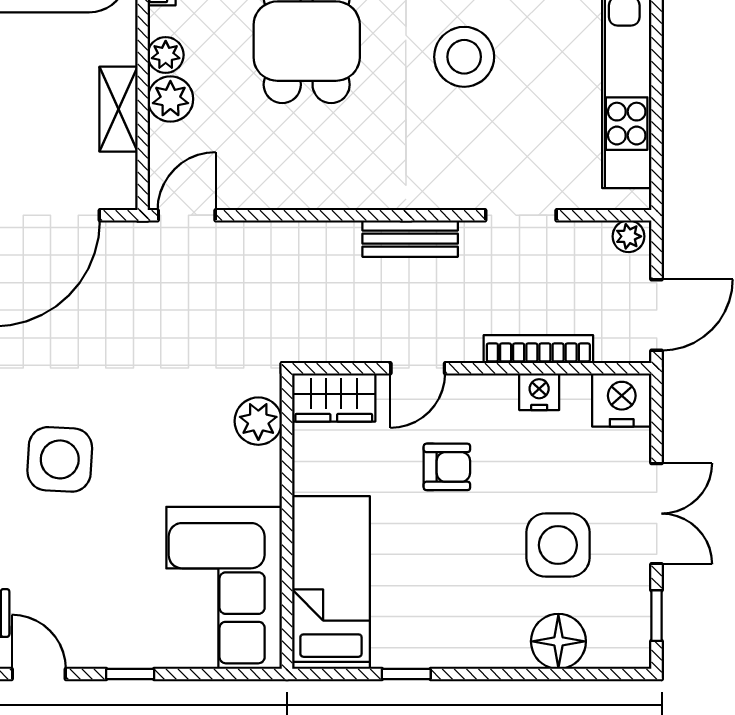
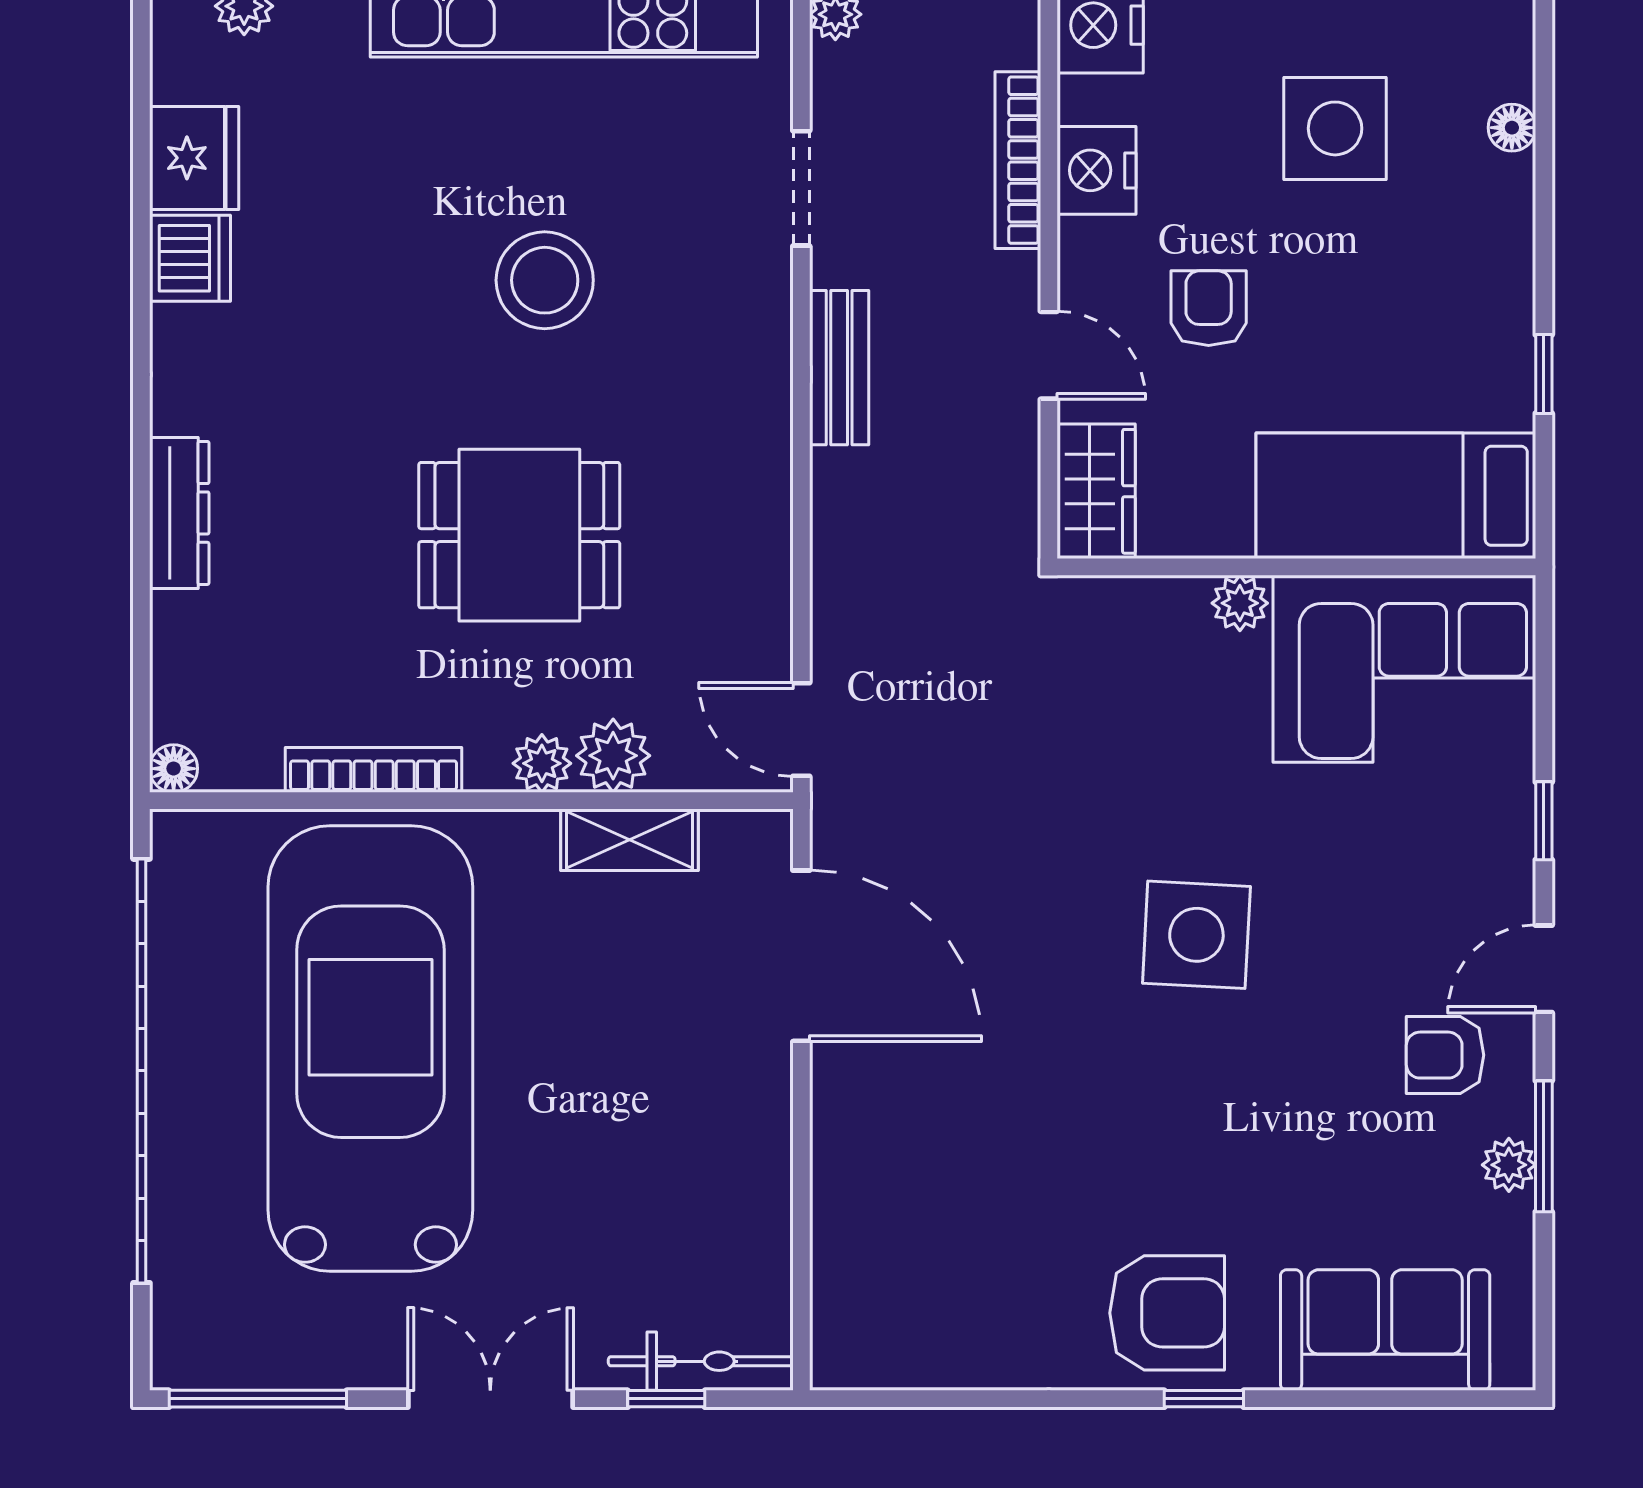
nightstand: (539, 392) -> (1097, 170), width x1.36, depth x1.33
plant: (258, 421) -> (1240, 603), moved, width x0.73, depth x0.73
floor lamp: (558, 641) -> (1512, 128), width x0.53, depth x0.53

